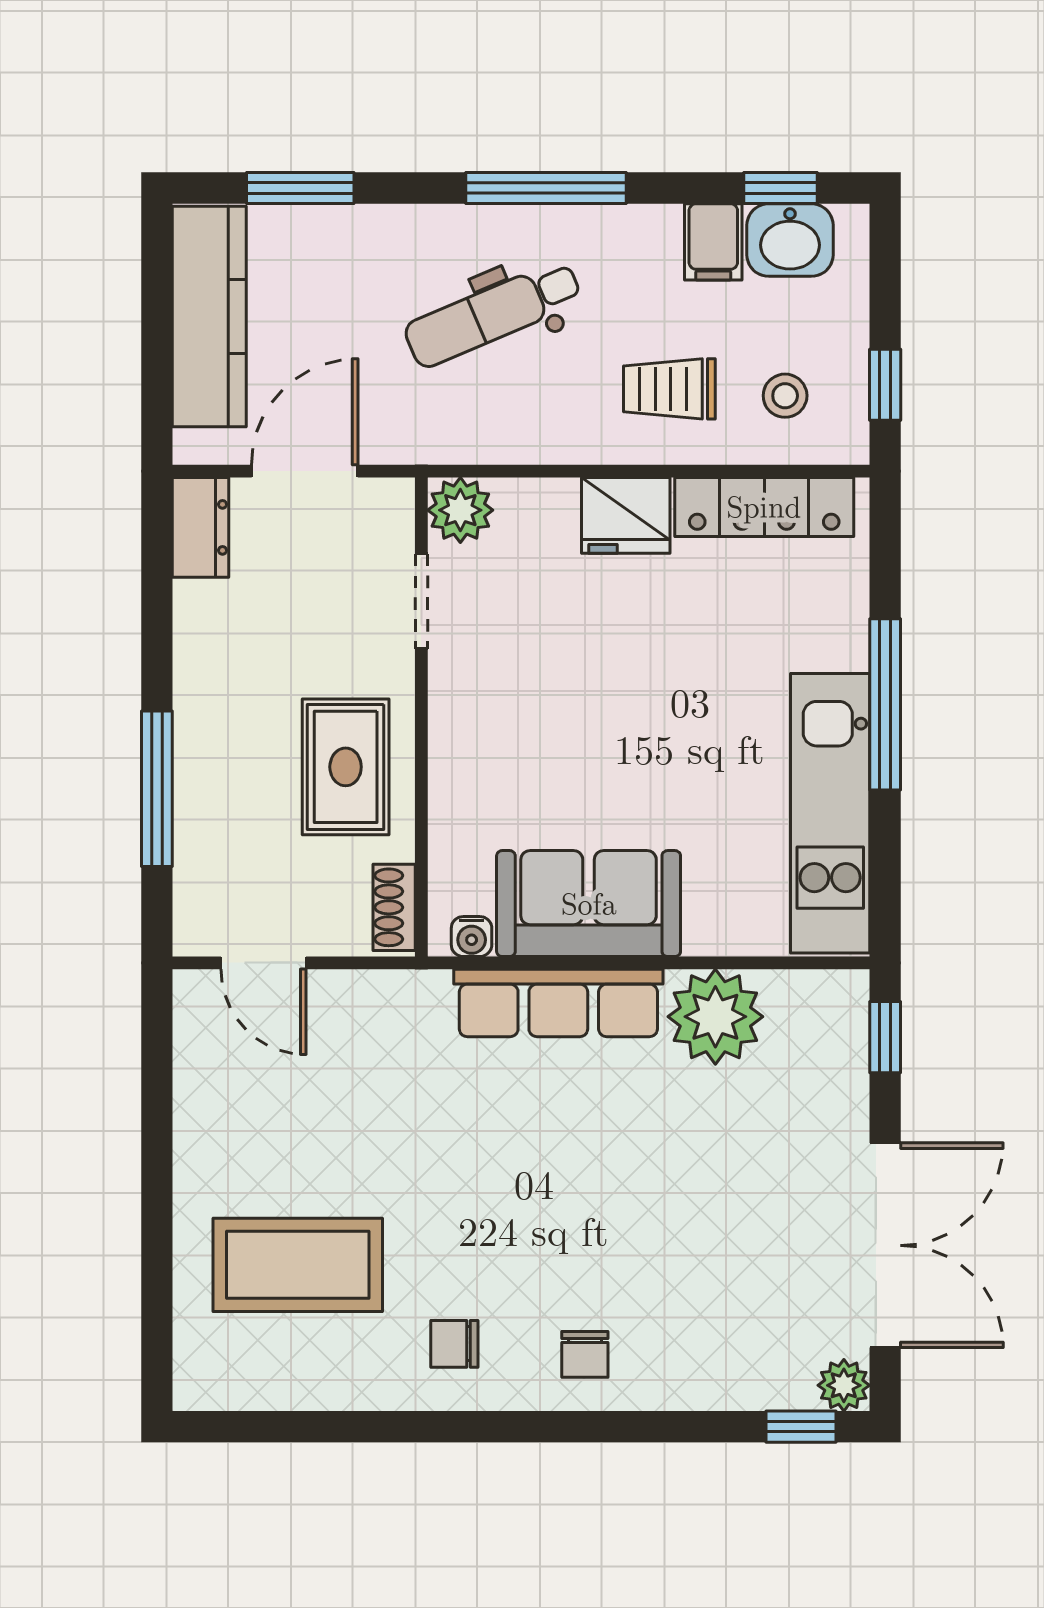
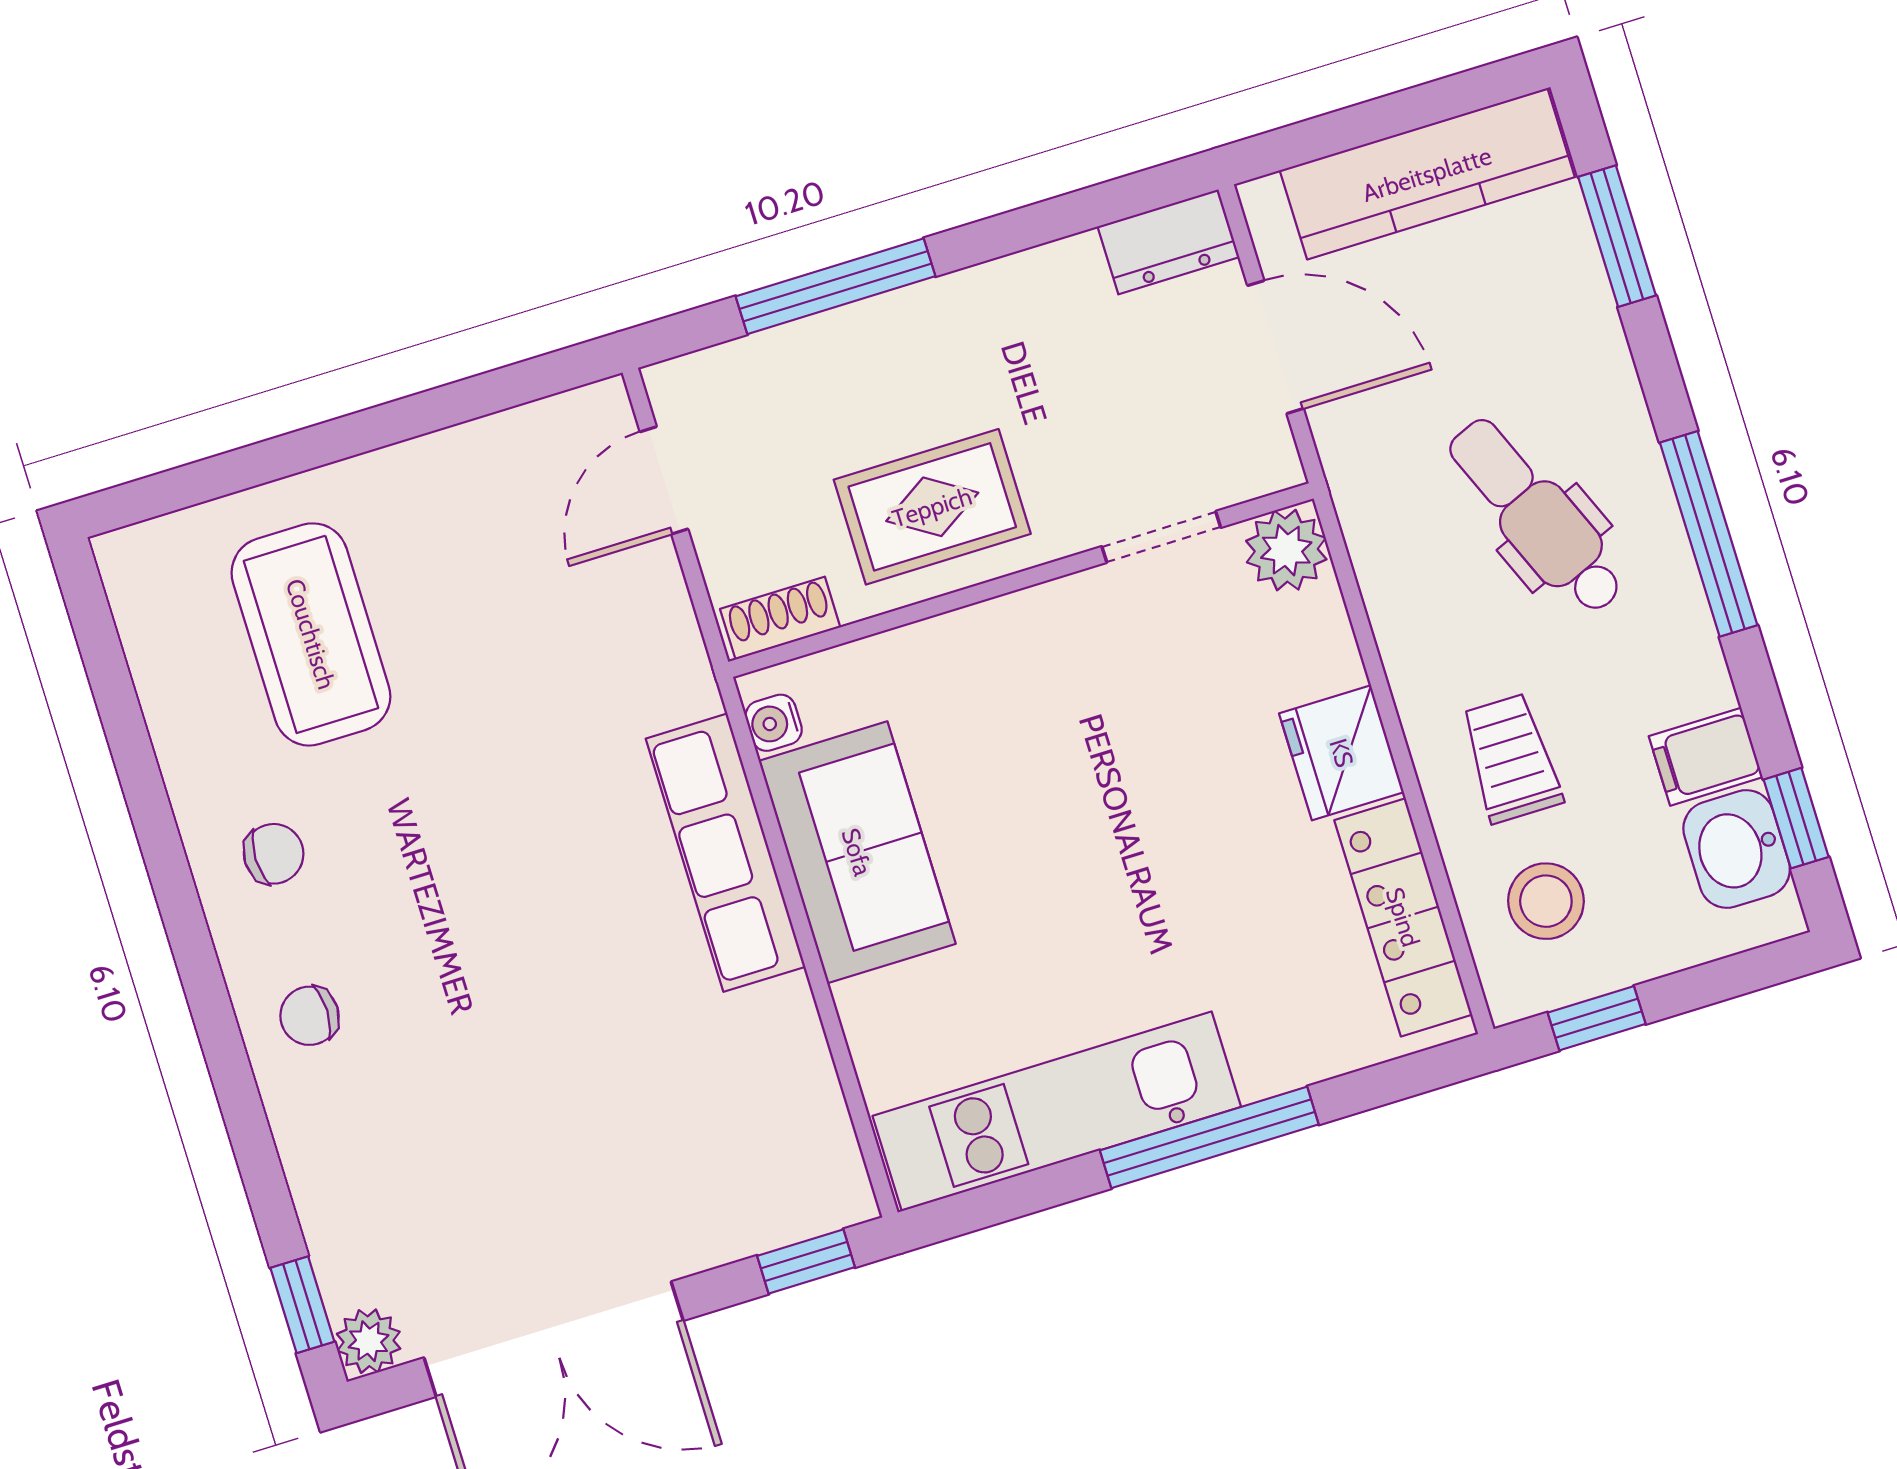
stool: (785, 396) -> (1546, 901), width x1.37, depth x1.37
plant: (715, 1017) -> (767, 1048), removed
chair: (454, 1344) -> (274, 854), turned 90

